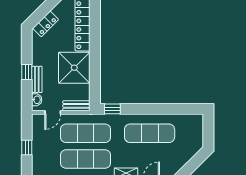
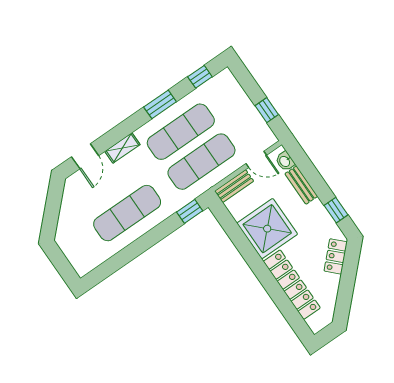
window: (27, 72) -> (336, 210), moved
door: (53, 112) -> (256, 159), swing flipped
window: (27, 147) -> (267, 110), moved

